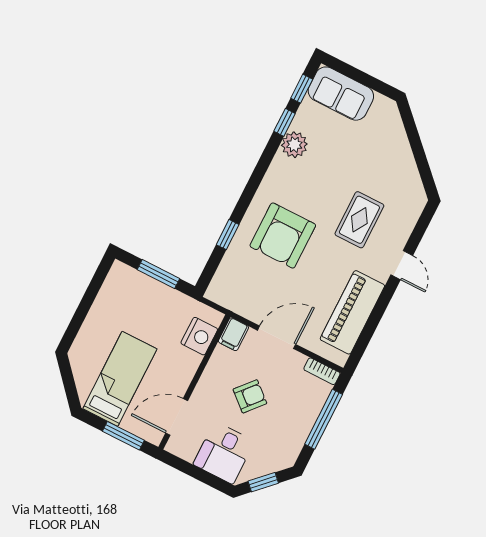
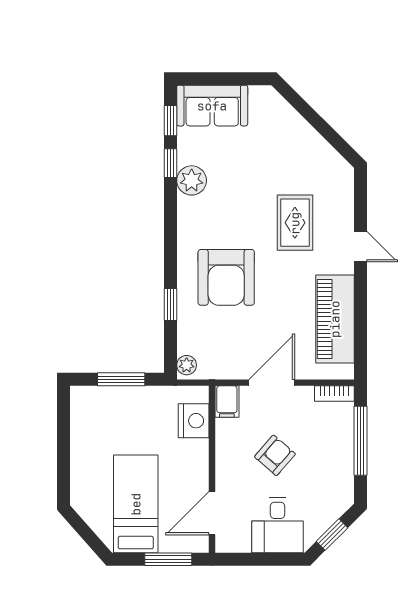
plant: (216, 289) -> (187, 365), added

